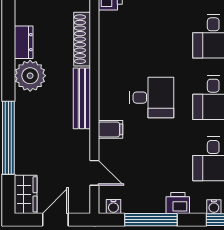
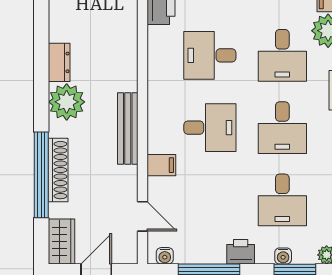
desk: (152, 36) -> (210, 55), added
shoe rack: (82, 39) -> (58, 170), moved, turned 180

